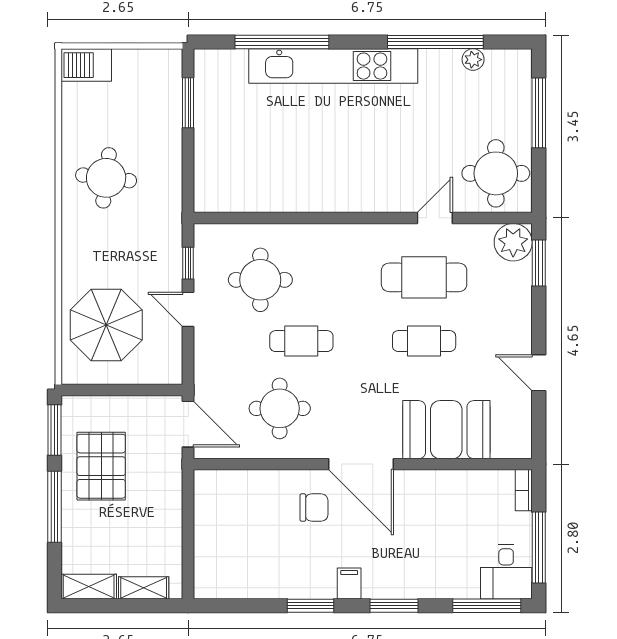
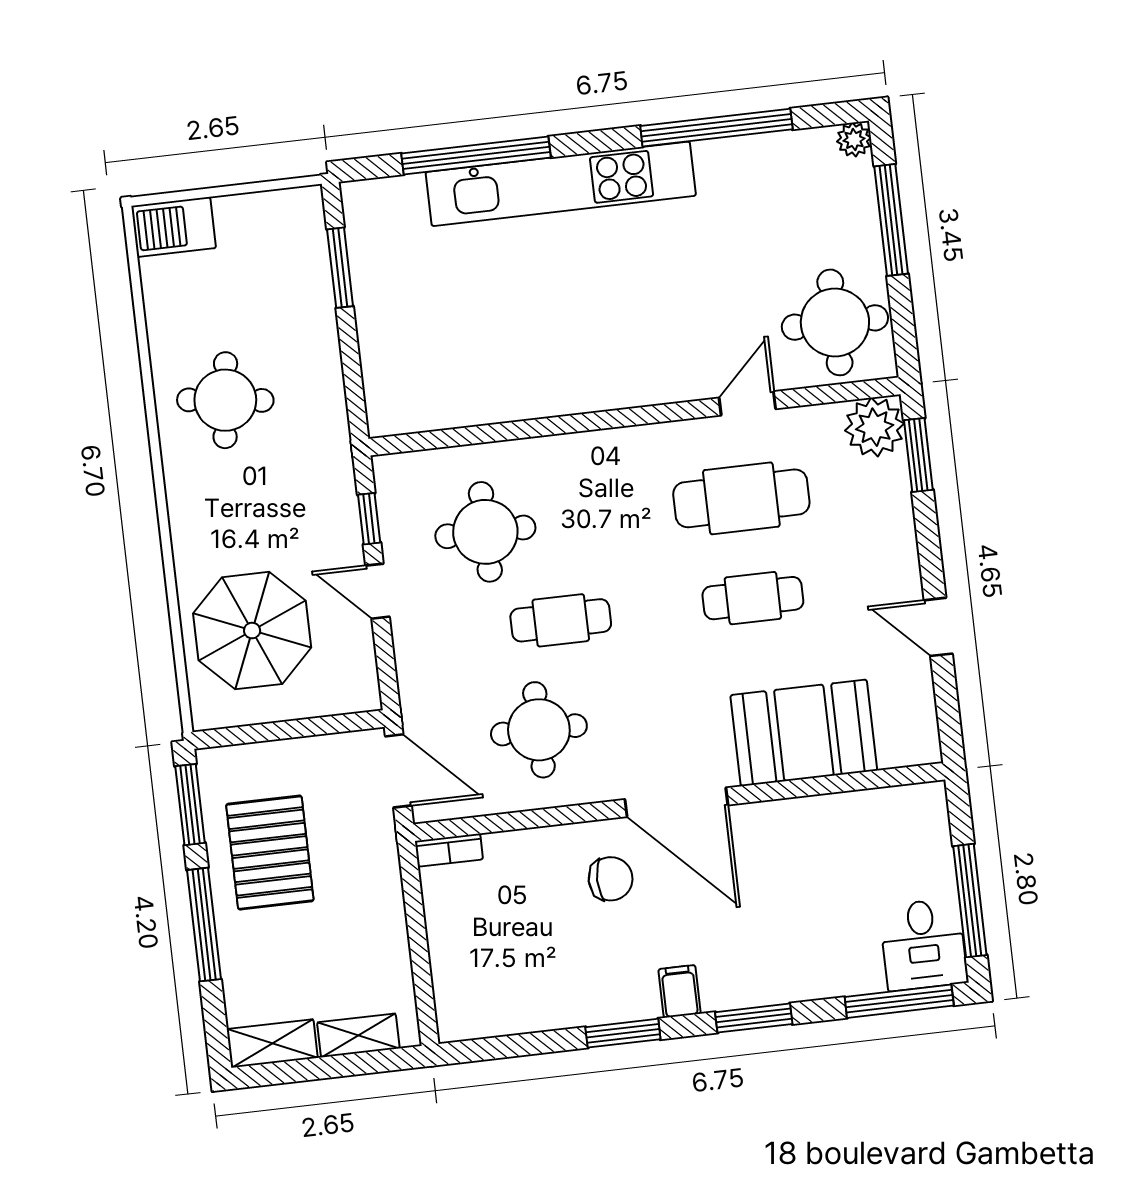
plant: (473, 60) -> (854, 140), moved
bookcase: (524, 490) -> (449, 850), moved, turned -90

